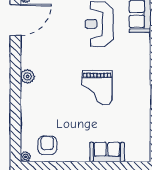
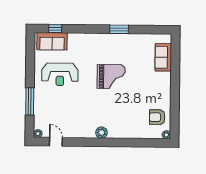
door: (15, 20) -> (56, 142), width x0.53
sofa: (107, 152) -> (163, 57), moved

